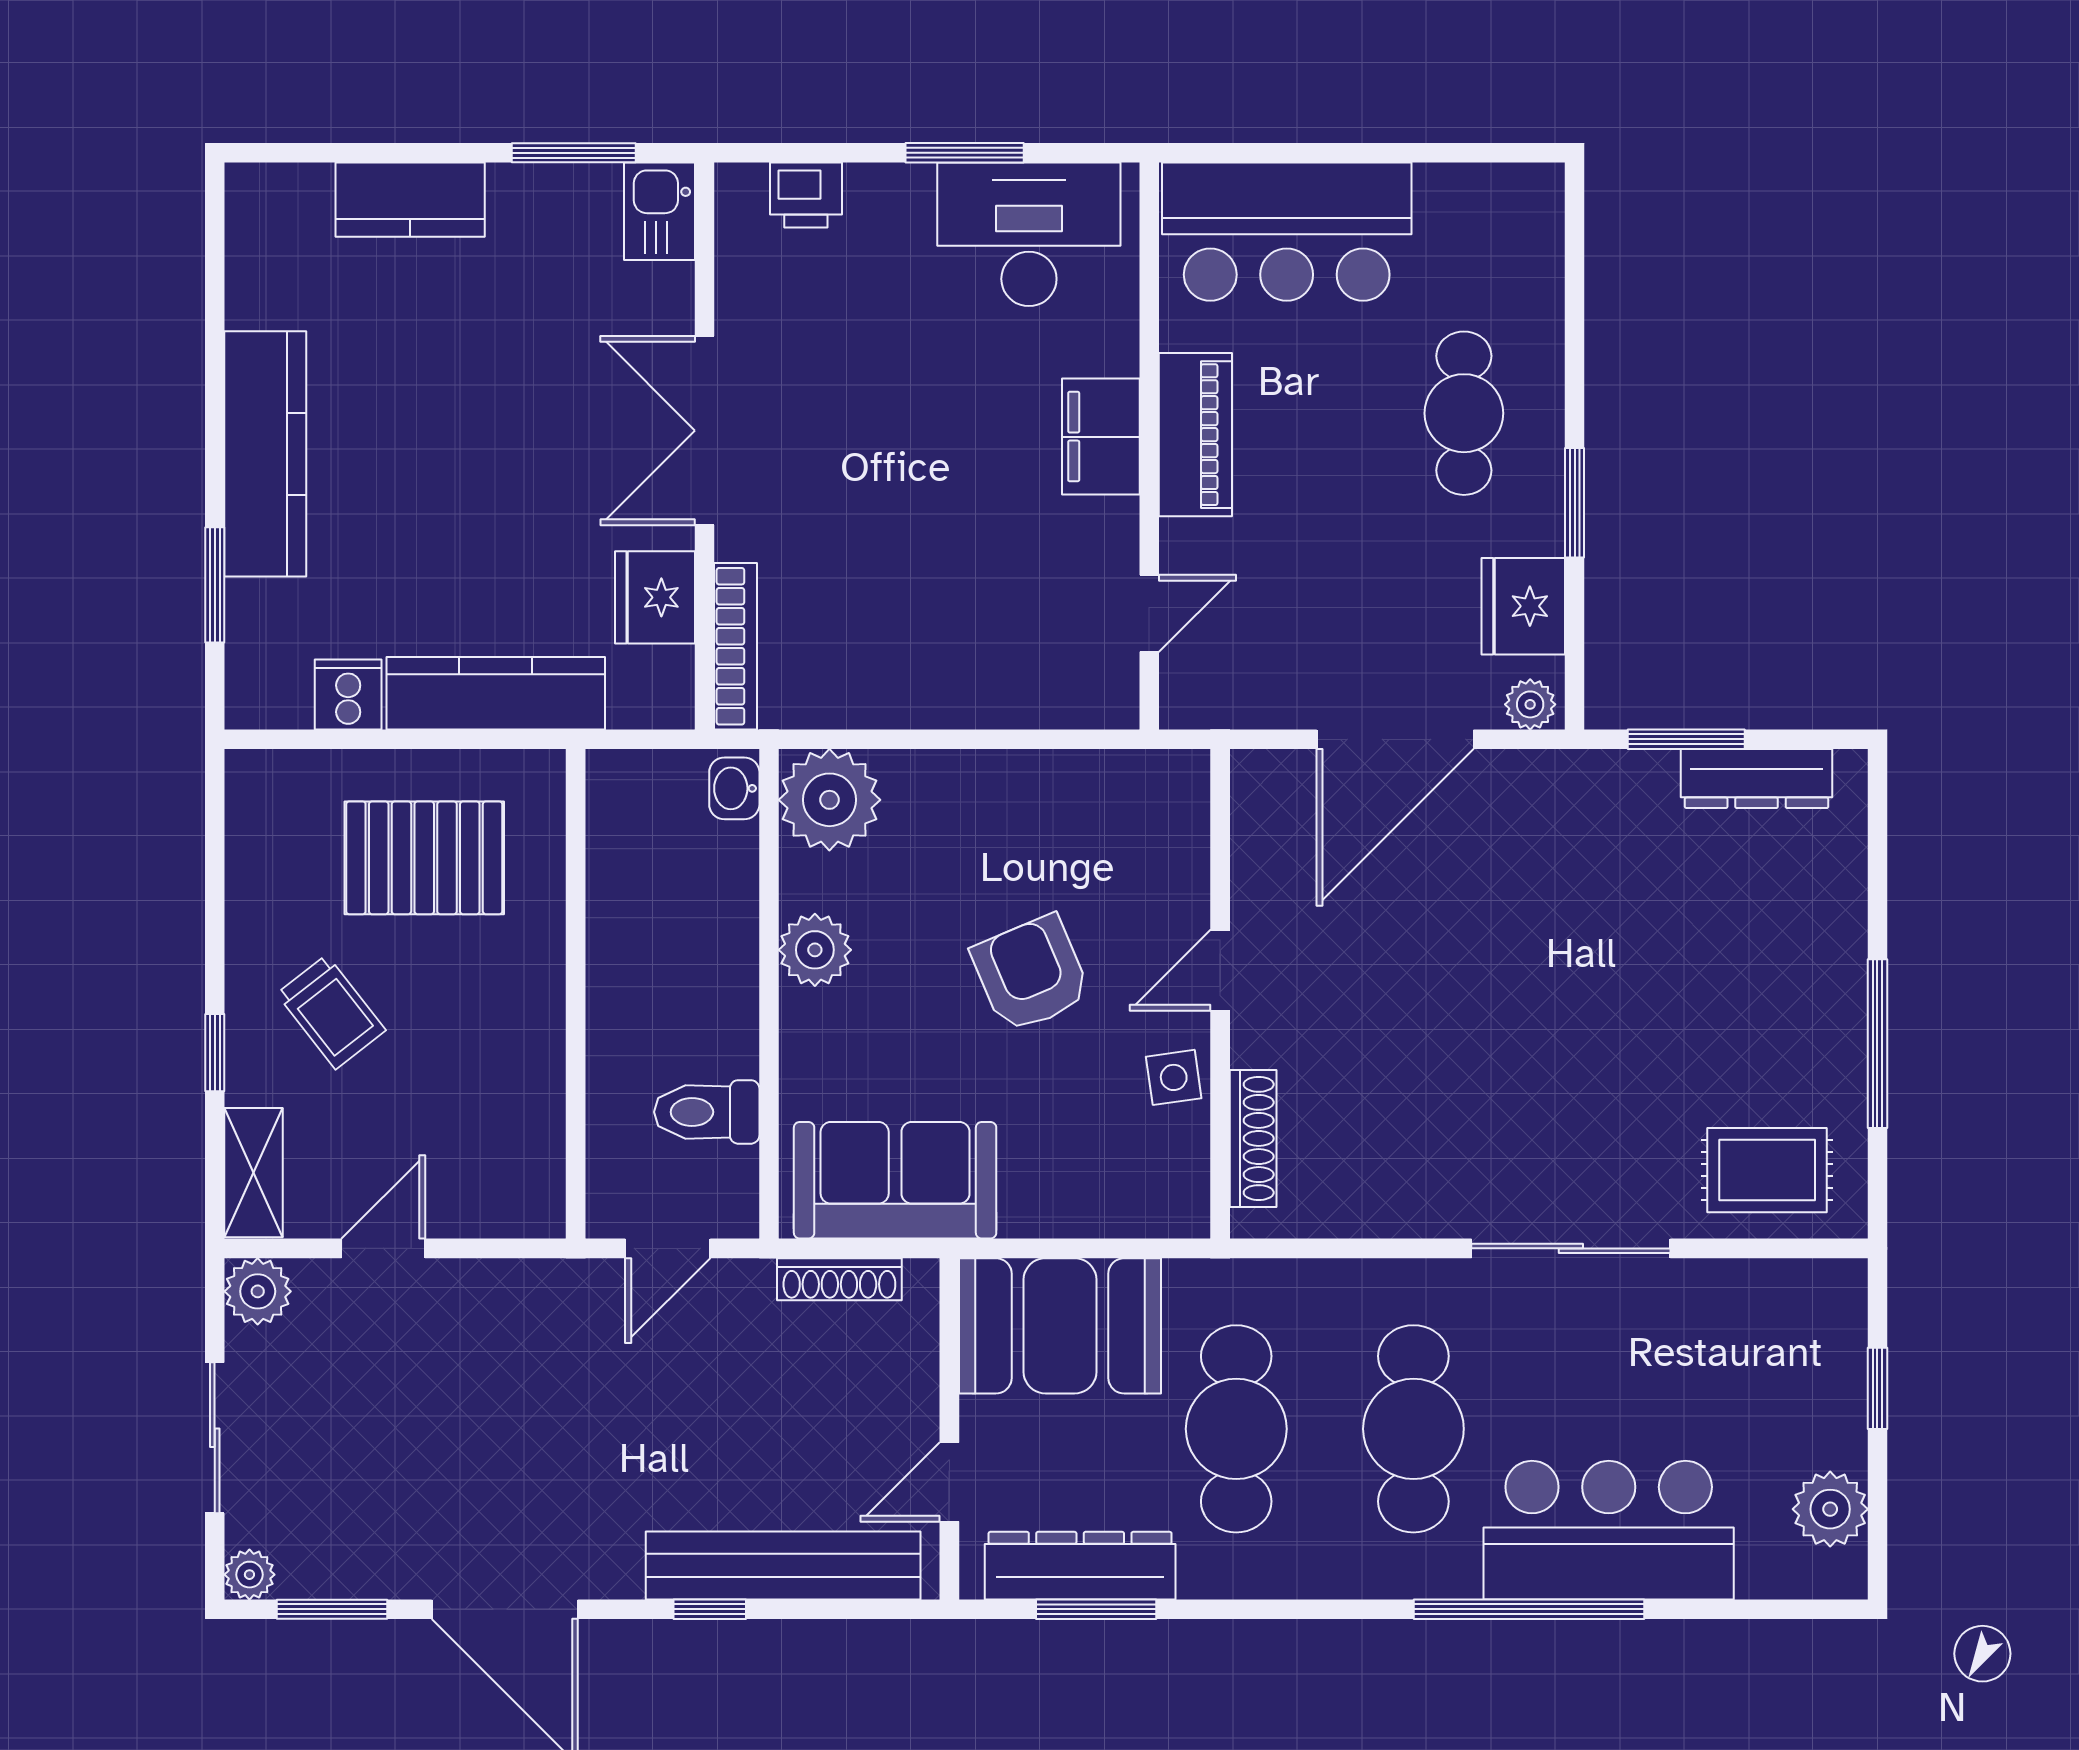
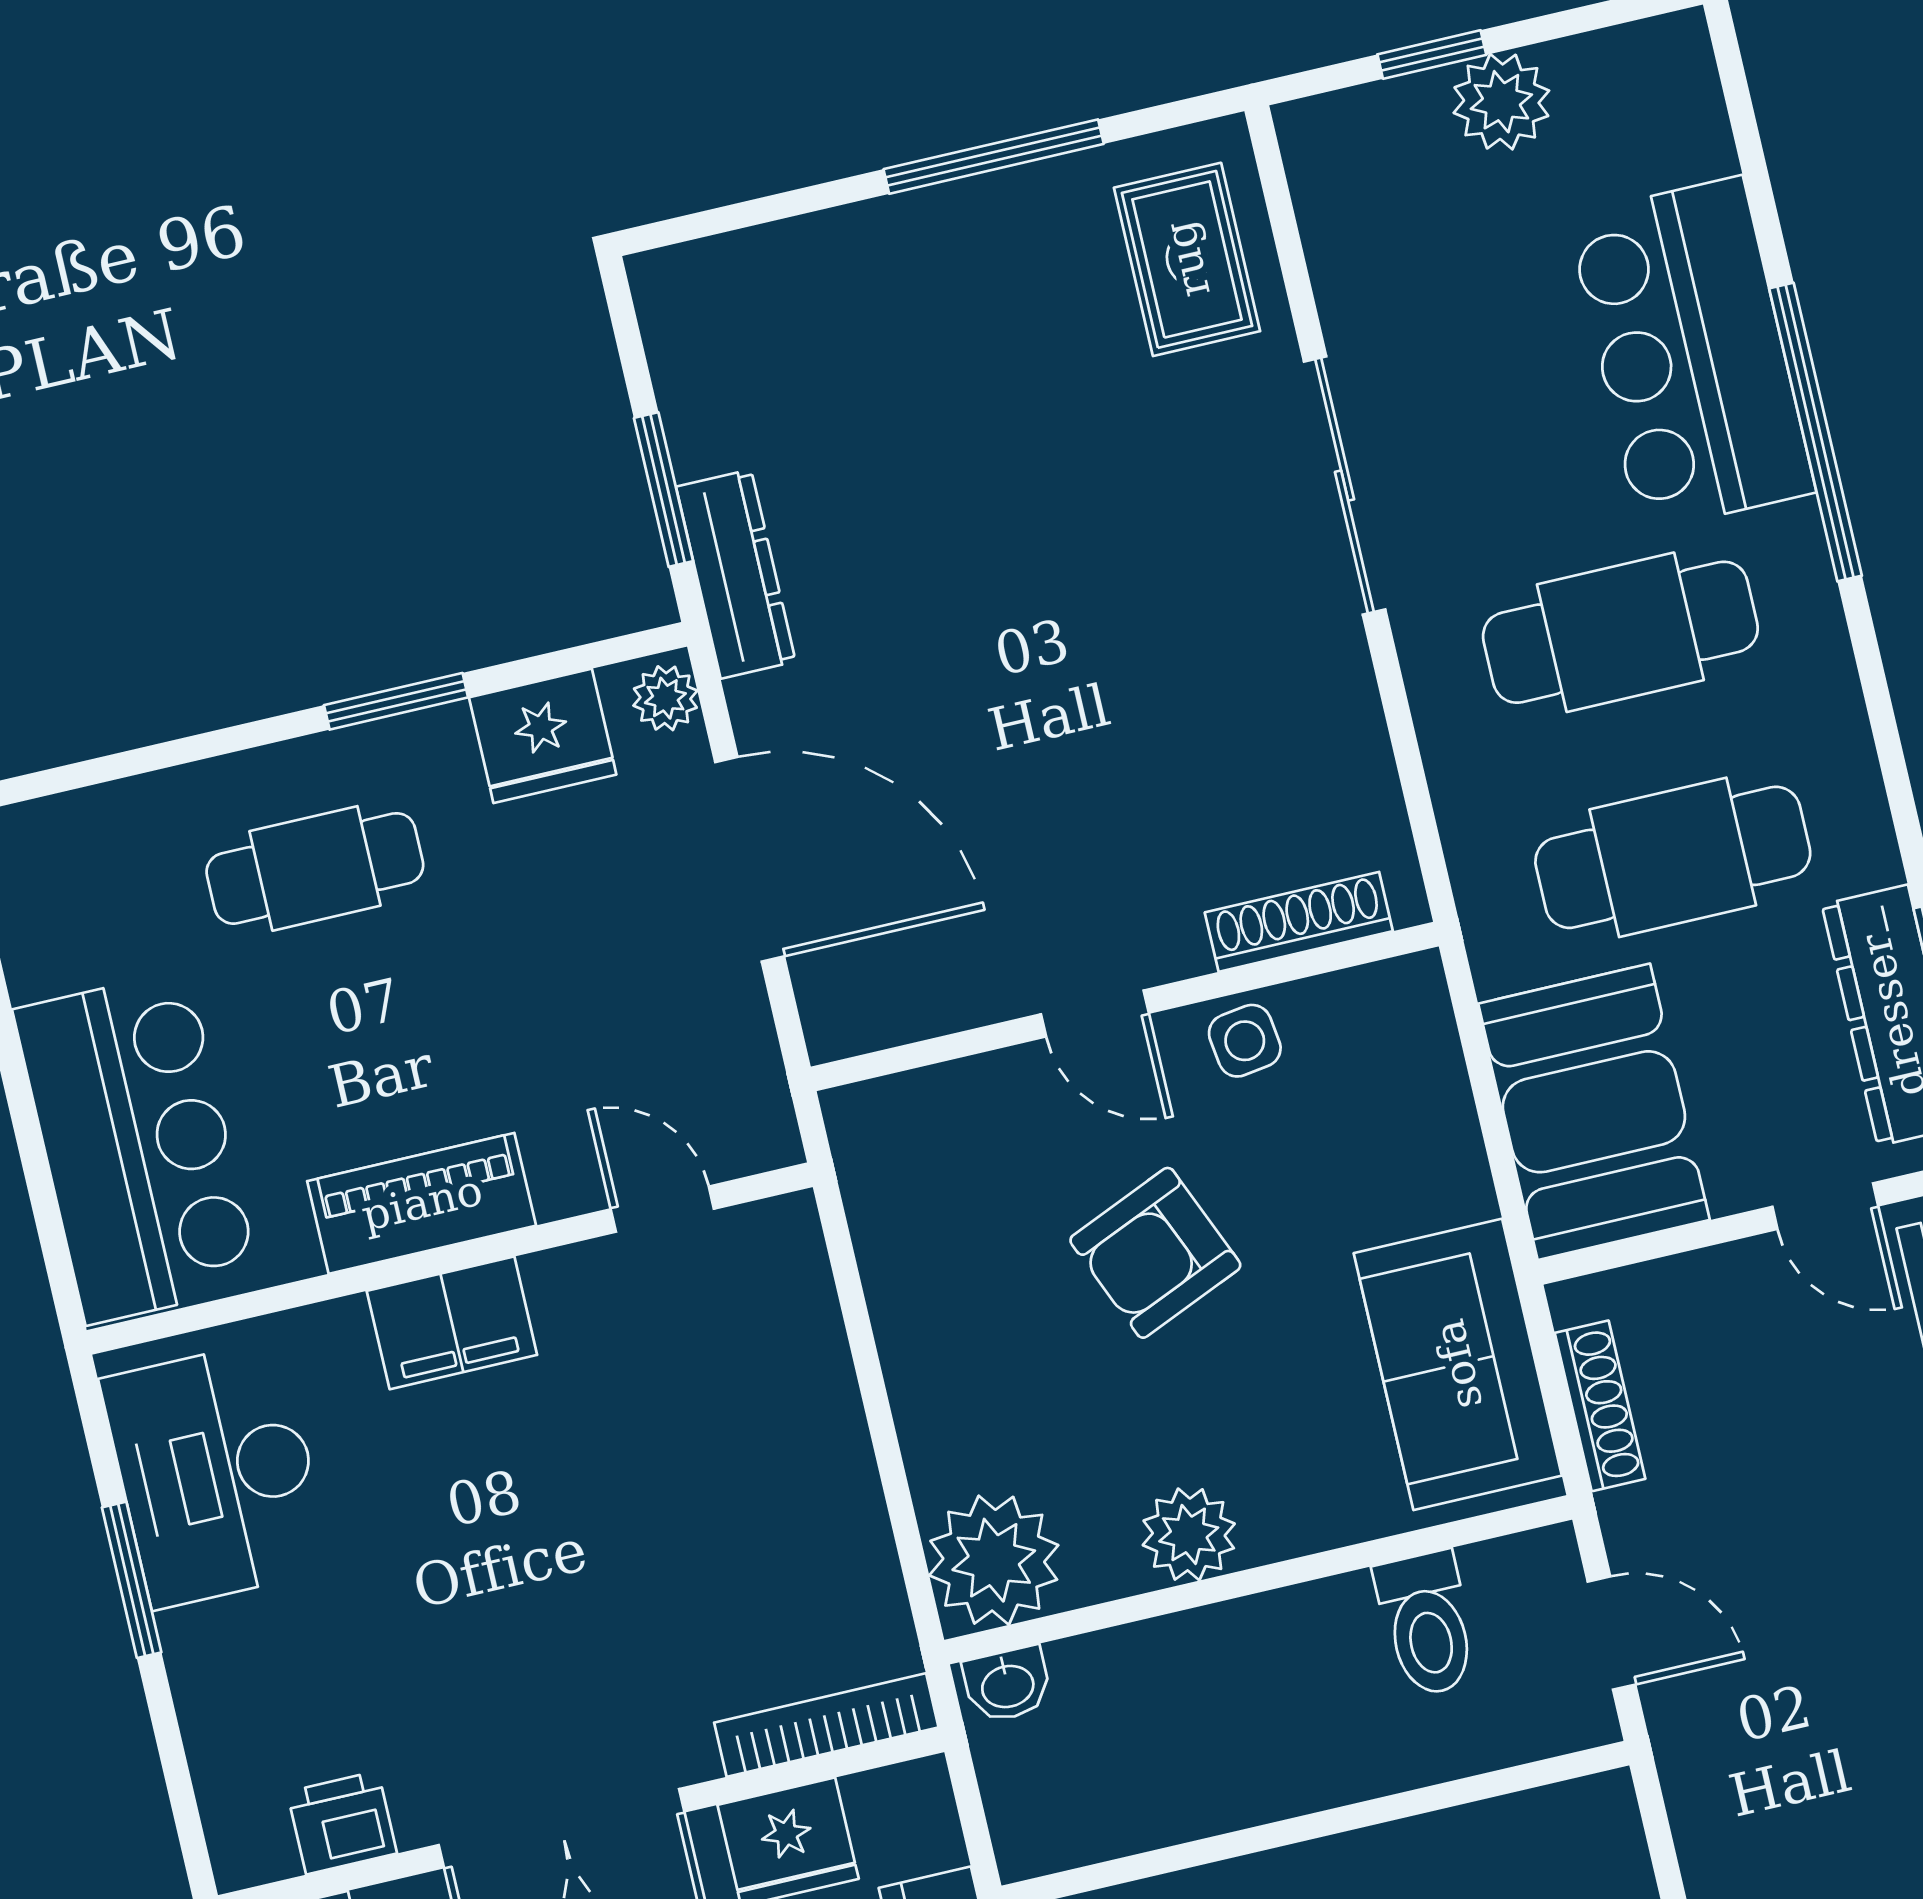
printer: (806, 195) -> (342, 1823), moved, turned -90
dresser: (1757, 779) -> (736, 574), moved
plant: (1830, 1509) -> (1501, 102), moved

